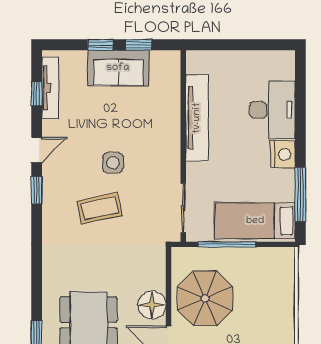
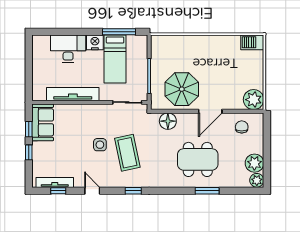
sofa: (118, 68) -> (43, 122), moved
window: (37, 190) -> (133, 191), moved
coffee table: (99, 208) -> (127, 153), width x1.36, depth x1.32
bed: (255, 221) -> (115, 59), moved
floor lamp: (152, 305) -> (168, 121), moved

